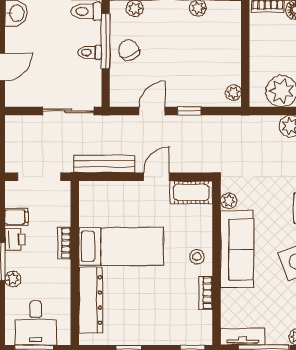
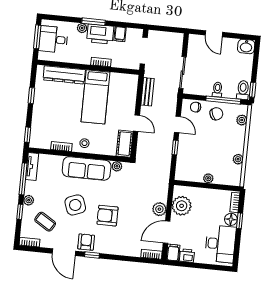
chair: (121, 84) -> (196, 107), added
plant: (233, 93) -> (208, 178), moved
bench: (104, 164) -> (147, 92), width x0.73
printer: (15, 239) -> (100, 34), width x1.87, depth x1.48

